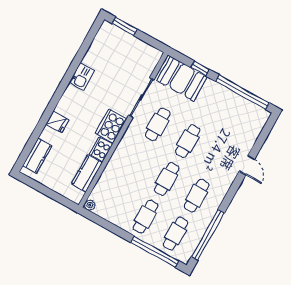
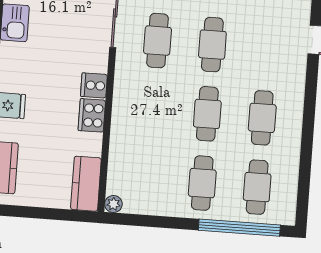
cooker: (111, 126) -> (94, 85), width x0.53, depth x0.76
kitchen counter: (87, 173) -> (86, 184), moved
window: (208, 235) -> (305, 167), removed

